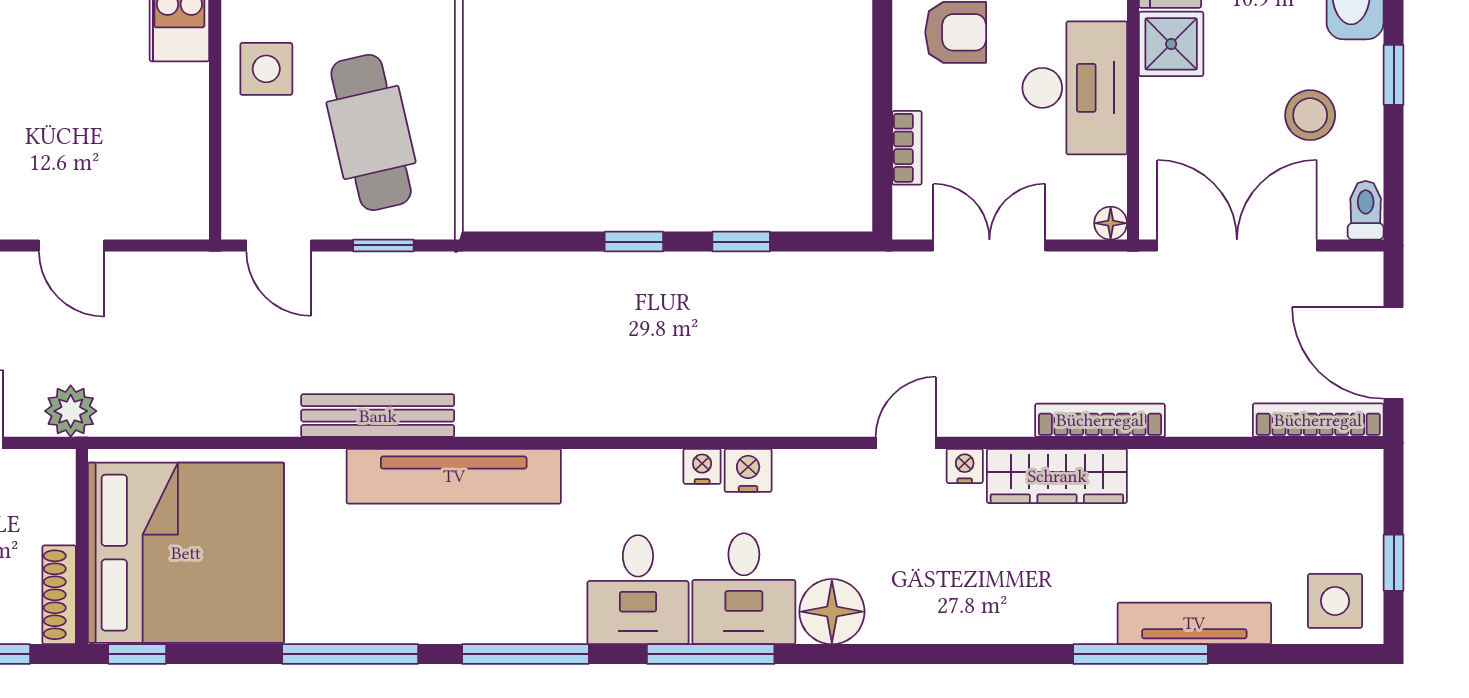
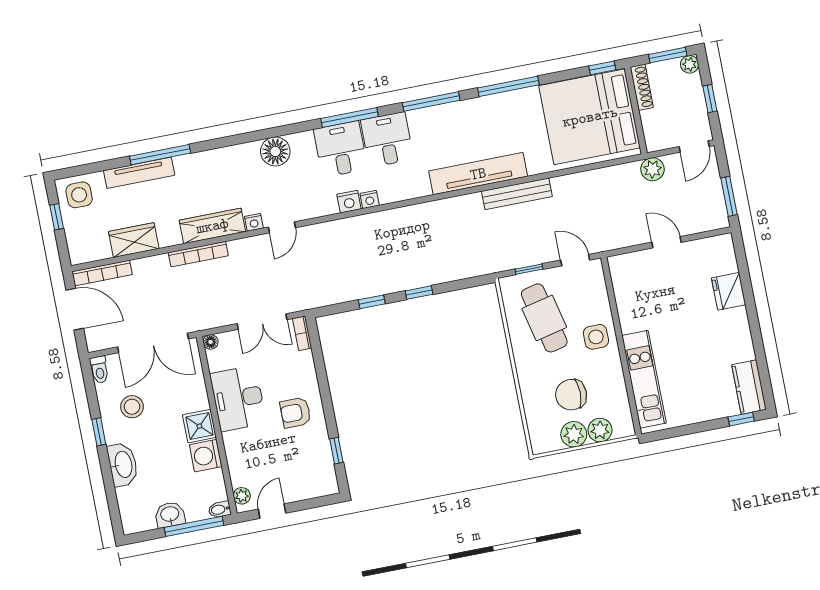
bookcase: (907, 148) -> (302, 333), moved
wardrobe: (1235, 479) -> (134, 240), added
floor lamp: (832, 612) -> (275, 151), moved

